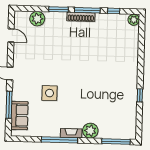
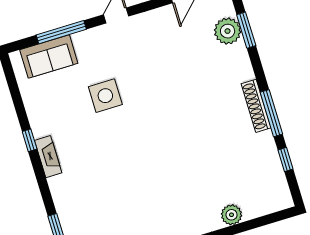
window: (59, 9) -> (246, 30), moved
plant: (134, 20) -> (231, 215), moved
plant: (90, 131) -> (64, 189), removed
window: (59, 140) -> (30, 140), width x0.32

